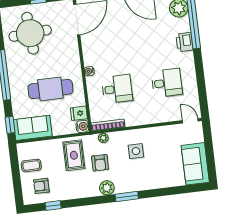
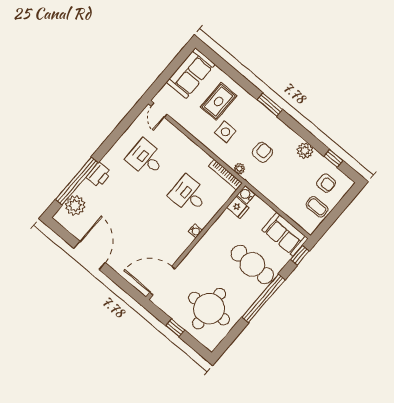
cafe table: (50, 89) -> (252, 264), moved
rug: (74, 155) -> (219, 101), moved
plant: (107, 188) -> (305, 151), moved

